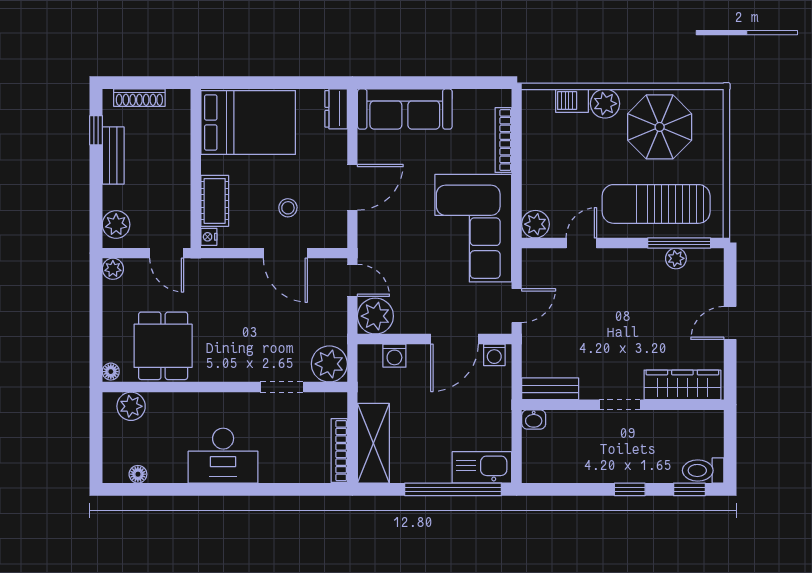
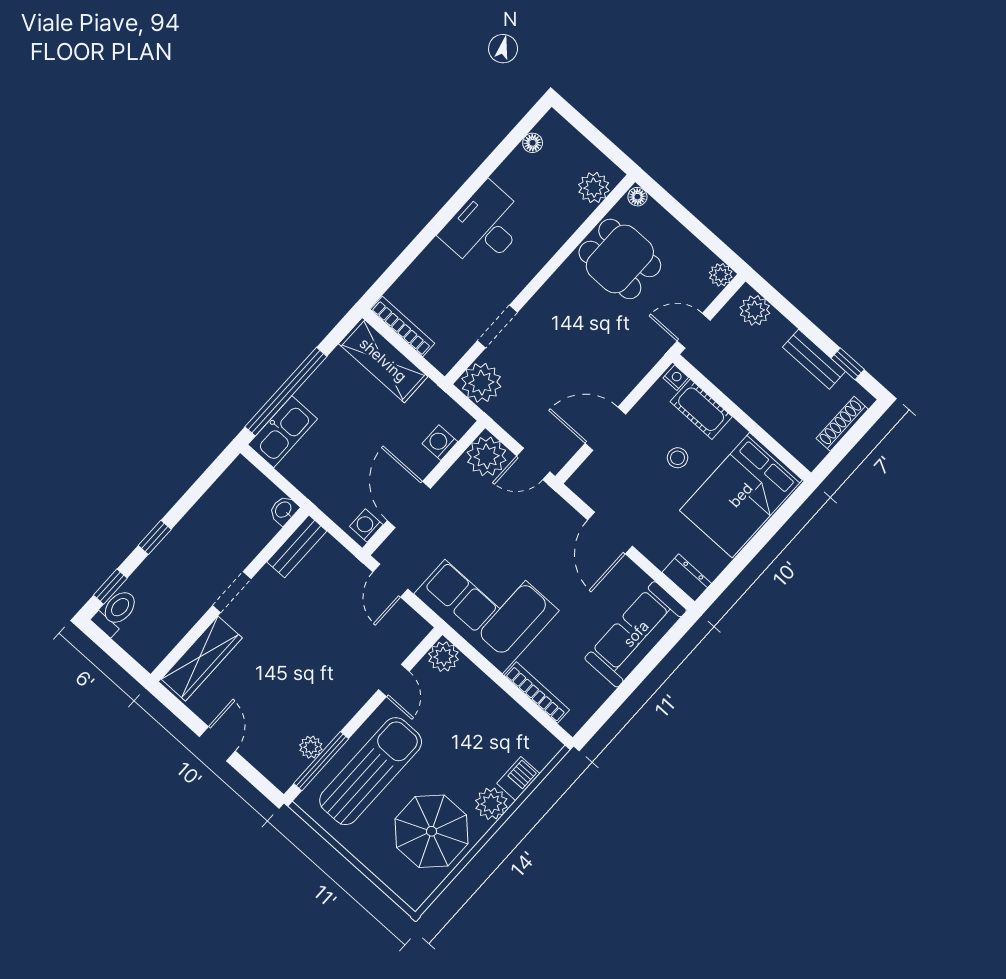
stool: (288, 208) -> (678, 458), moved

